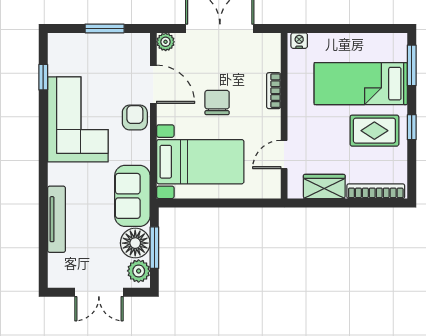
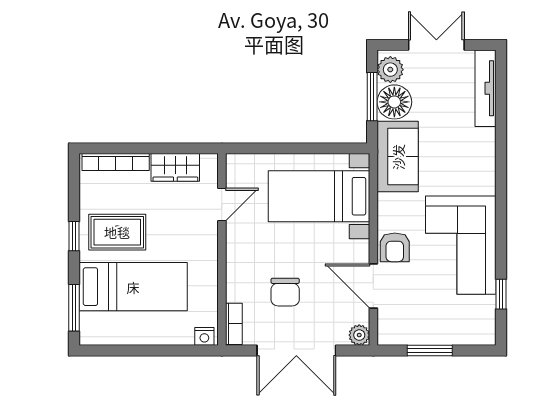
bookcase: (274, 91) -> (234, 324), moved
chair: (217, 103) -> (285, 292), moved
tv unit: (56, 219) -> (486, 88), moved

